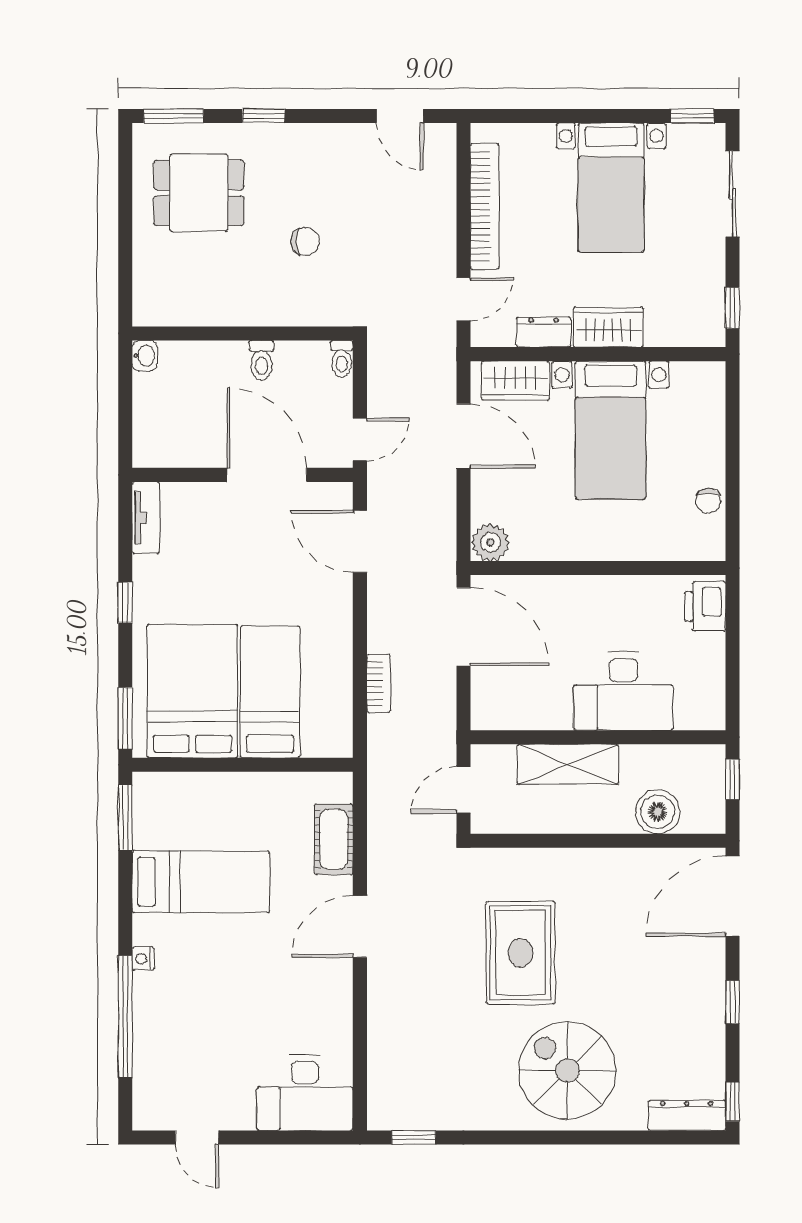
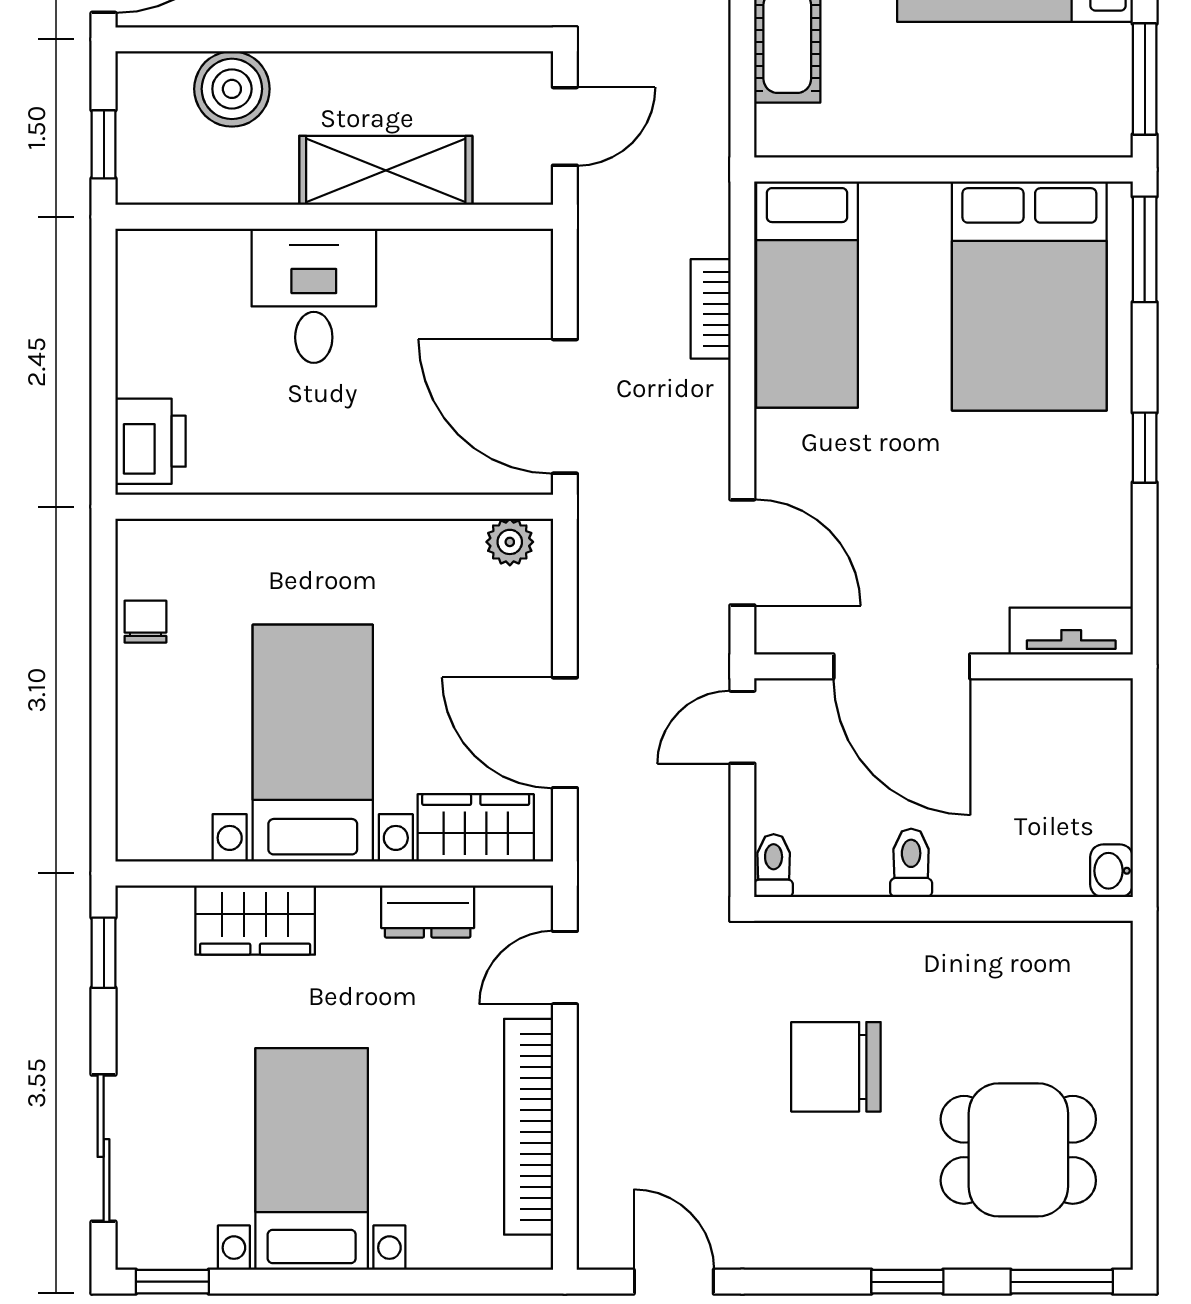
chair: (305, 241) -> (836, 1067), width x1.87, depth x1.87
wardrobe: (608, 327) -> (255, 920), moved
tv unit: (146, 518) -> (1071, 631), moved, turned 90
plant: (490, 542) -> (510, 542), width x0.73, depth x0.73
desk: (623, 691) -> (314, 296), width x0.73
bed: (270, 692) -> (807, 294), moved

